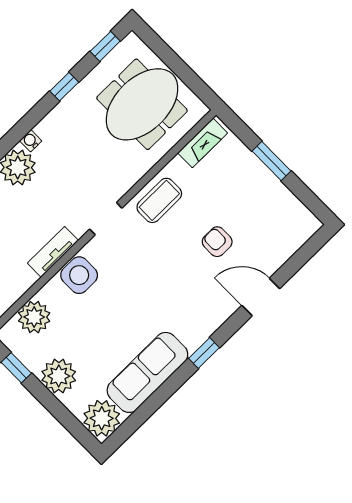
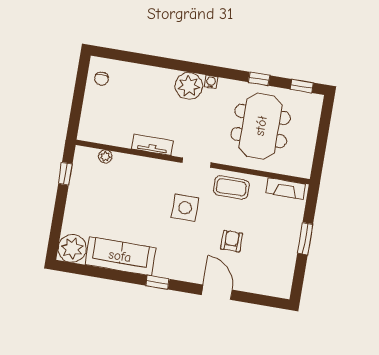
meeting table: (142, 104) -> (261, 126), moved, turned 90
side table: (79, 275) -> (185, 208), moved
plant: (34, 317) -> (105, 157), width x0.53, depth x0.53
plant: (59, 376) -> (79, 203), removed

